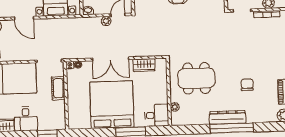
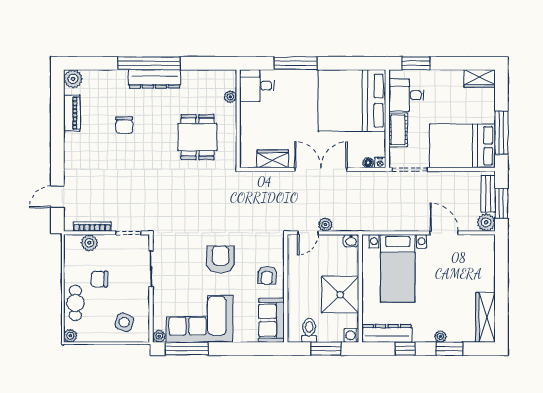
dining table: (196, 78) -> (197, 137), width x0.73
bed: (112, 105) -> (352, 101), moved, turned 90
desk: (26, 119) -> (406, 95), moved, turned -90

